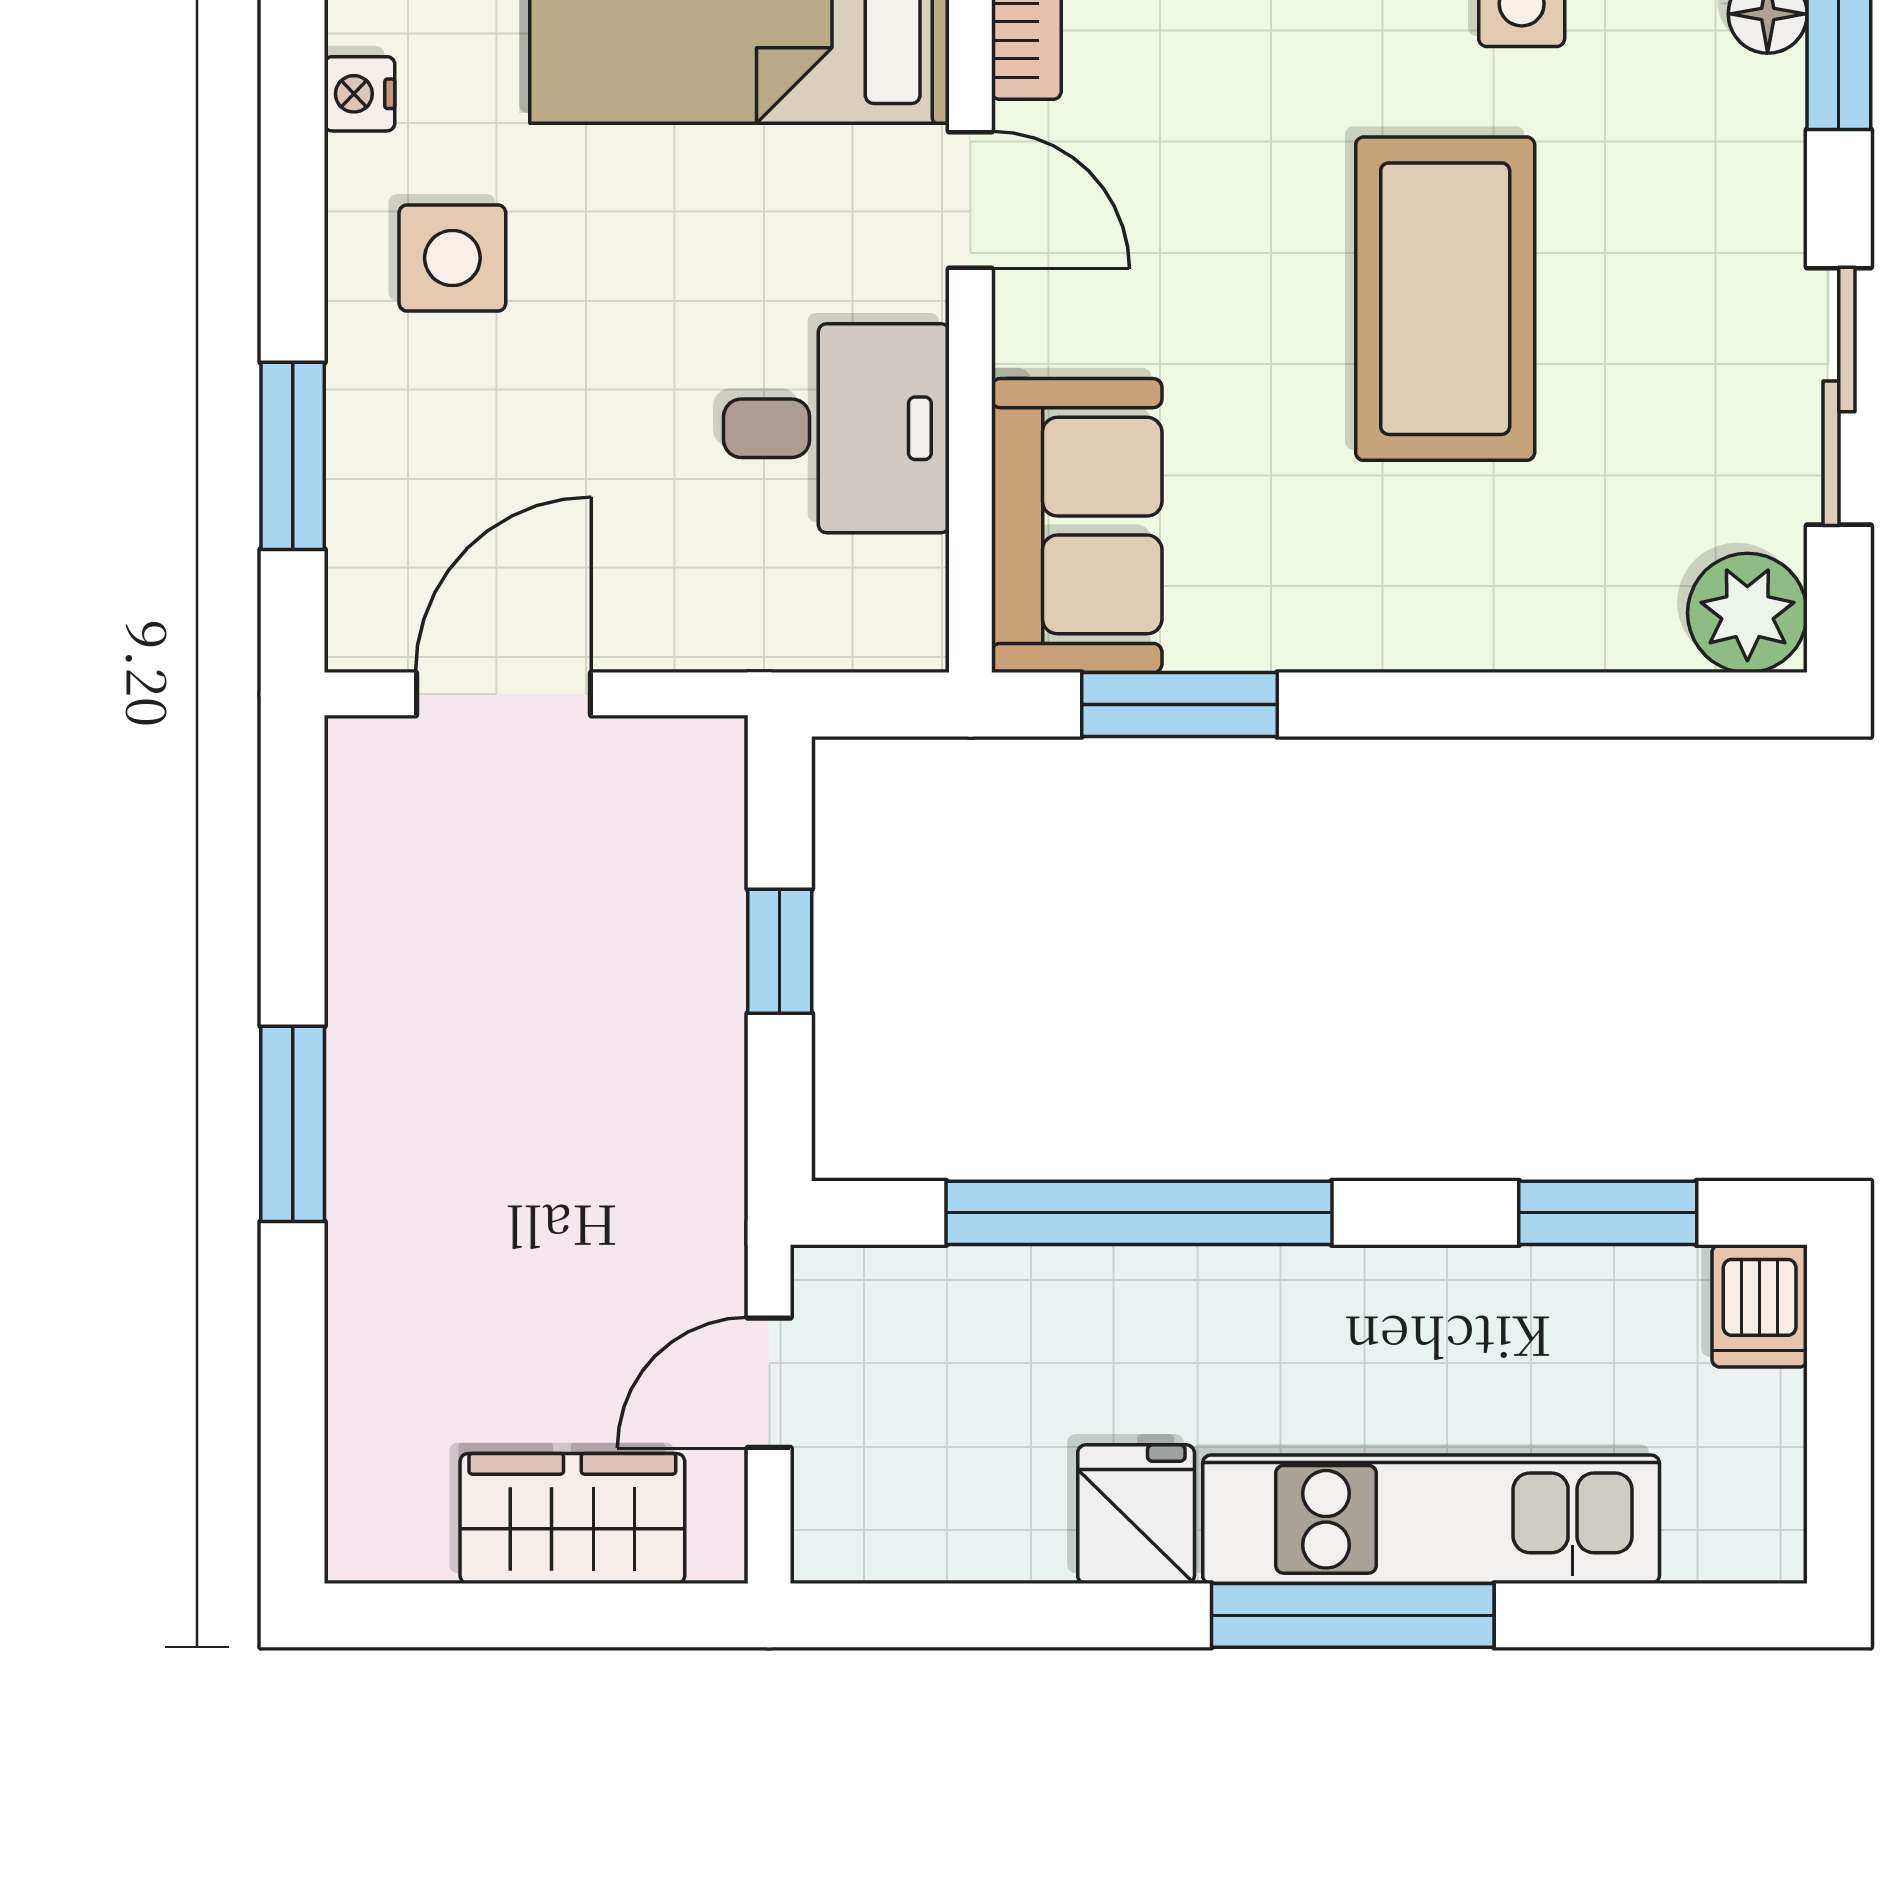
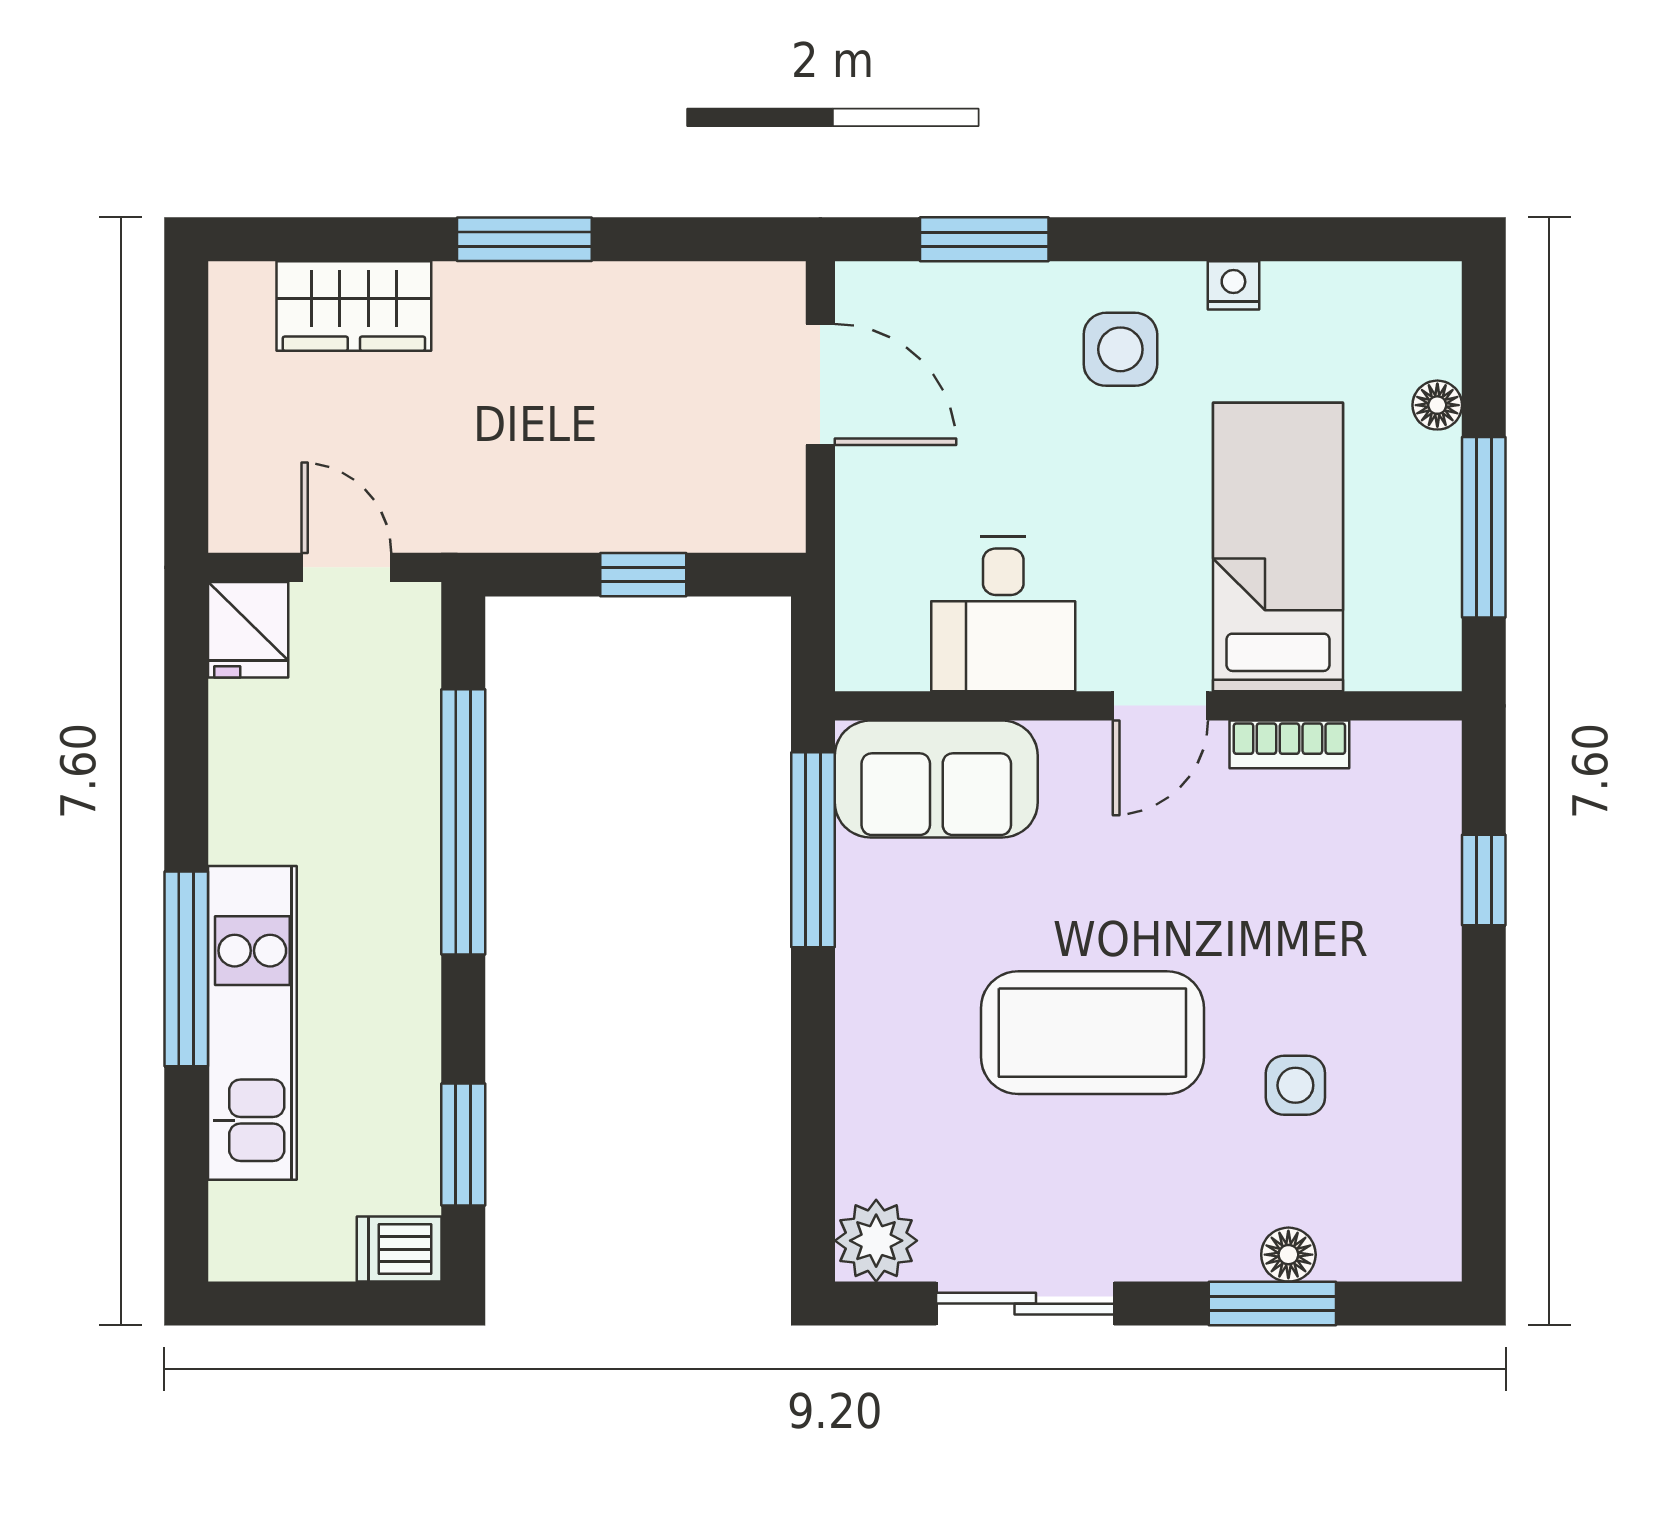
window: (1180, 705) -> (813, 850), width x1.44
fridge: (1136, 1514) -> (248, 630), moved, turned 90
wardrobe: (572, 1519) -> (354, 306), moved, turned 90

